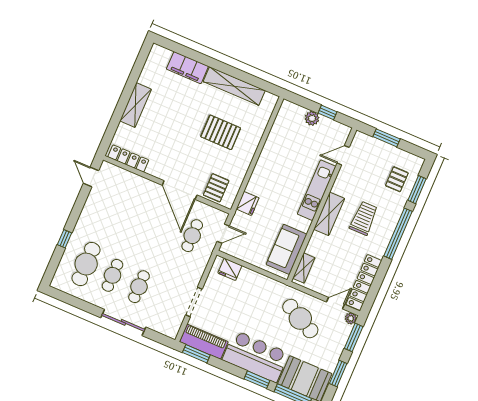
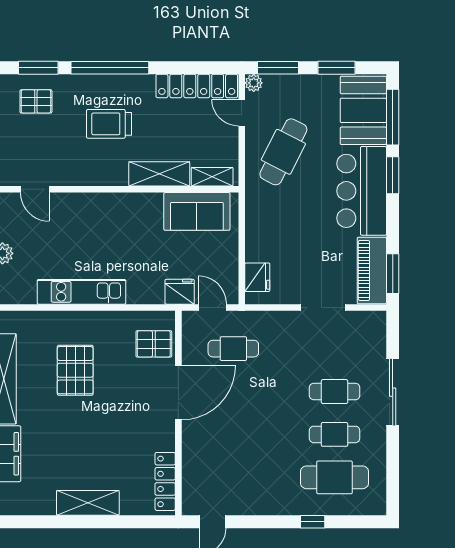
kitchen unit: (317, 190) -> (81, 292), moved, turned 180
fridge: (248, 203) -> (180, 292), moved
shelving: (329, 214) -> (159, 174), moved

